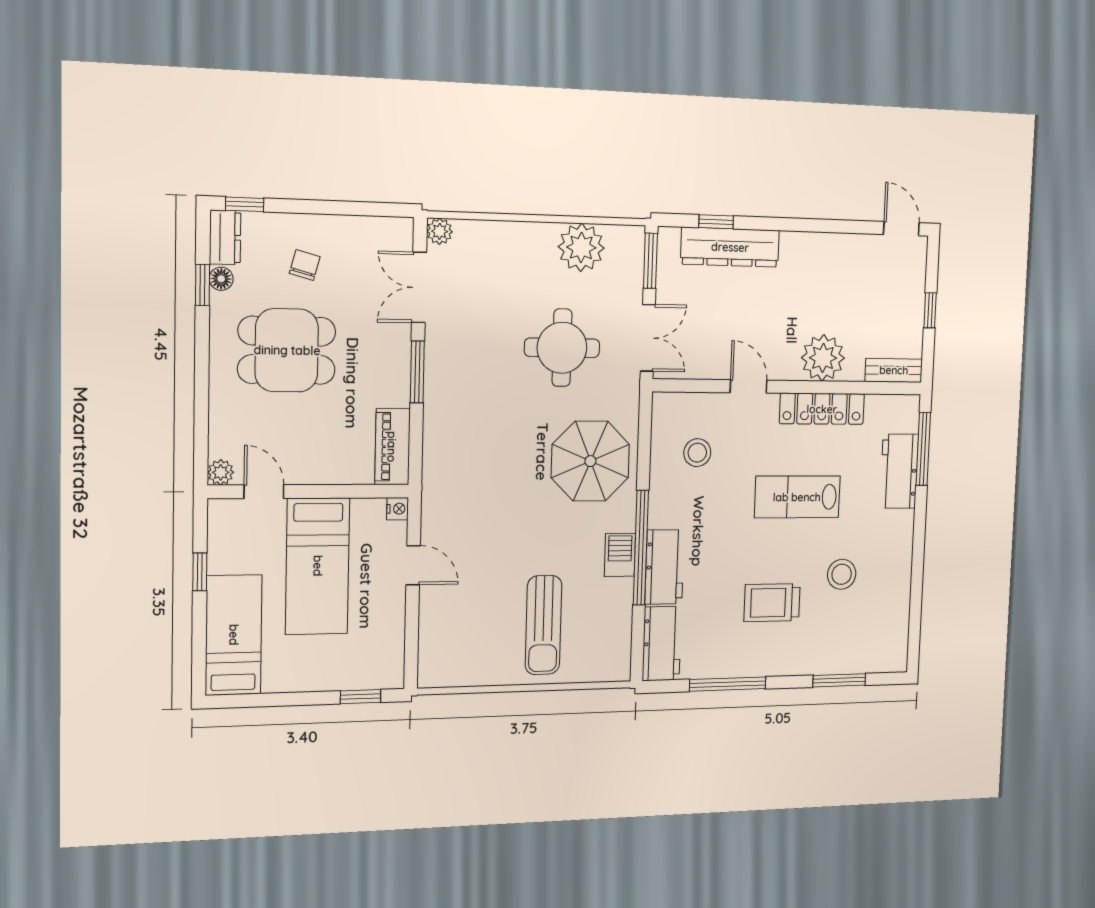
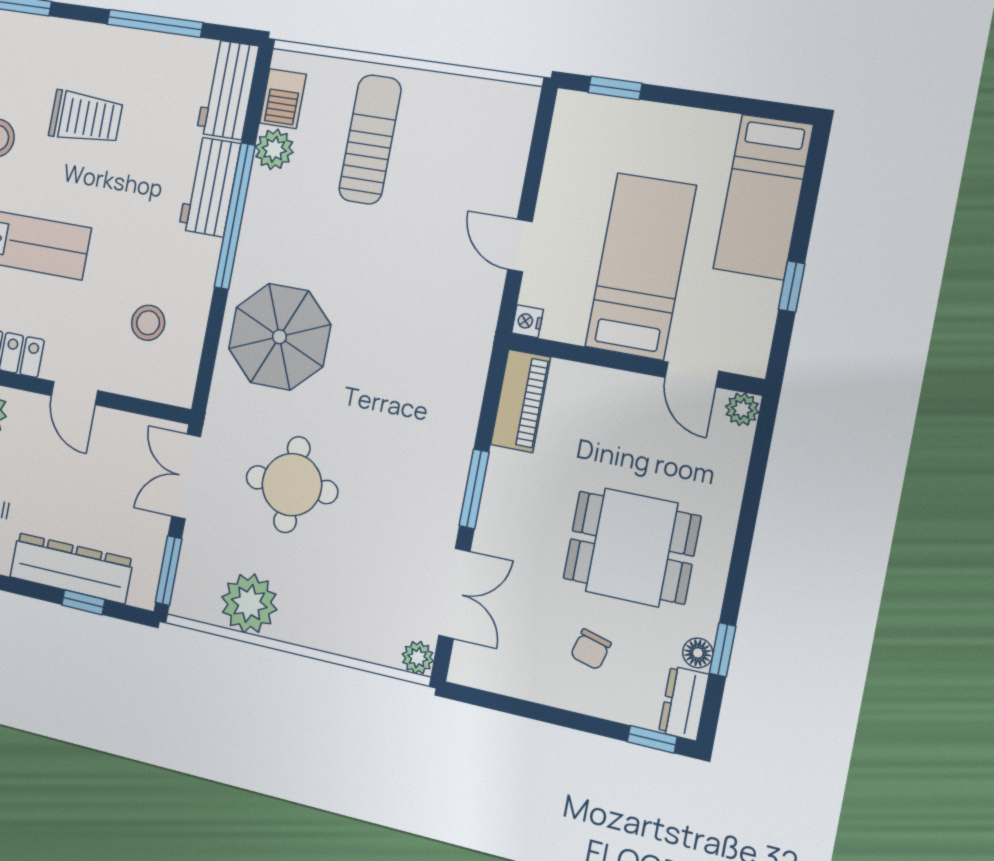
barbecue: (620, 555) -> (283, 99), moved
plant: (618, 604) -> (274, 149), added

